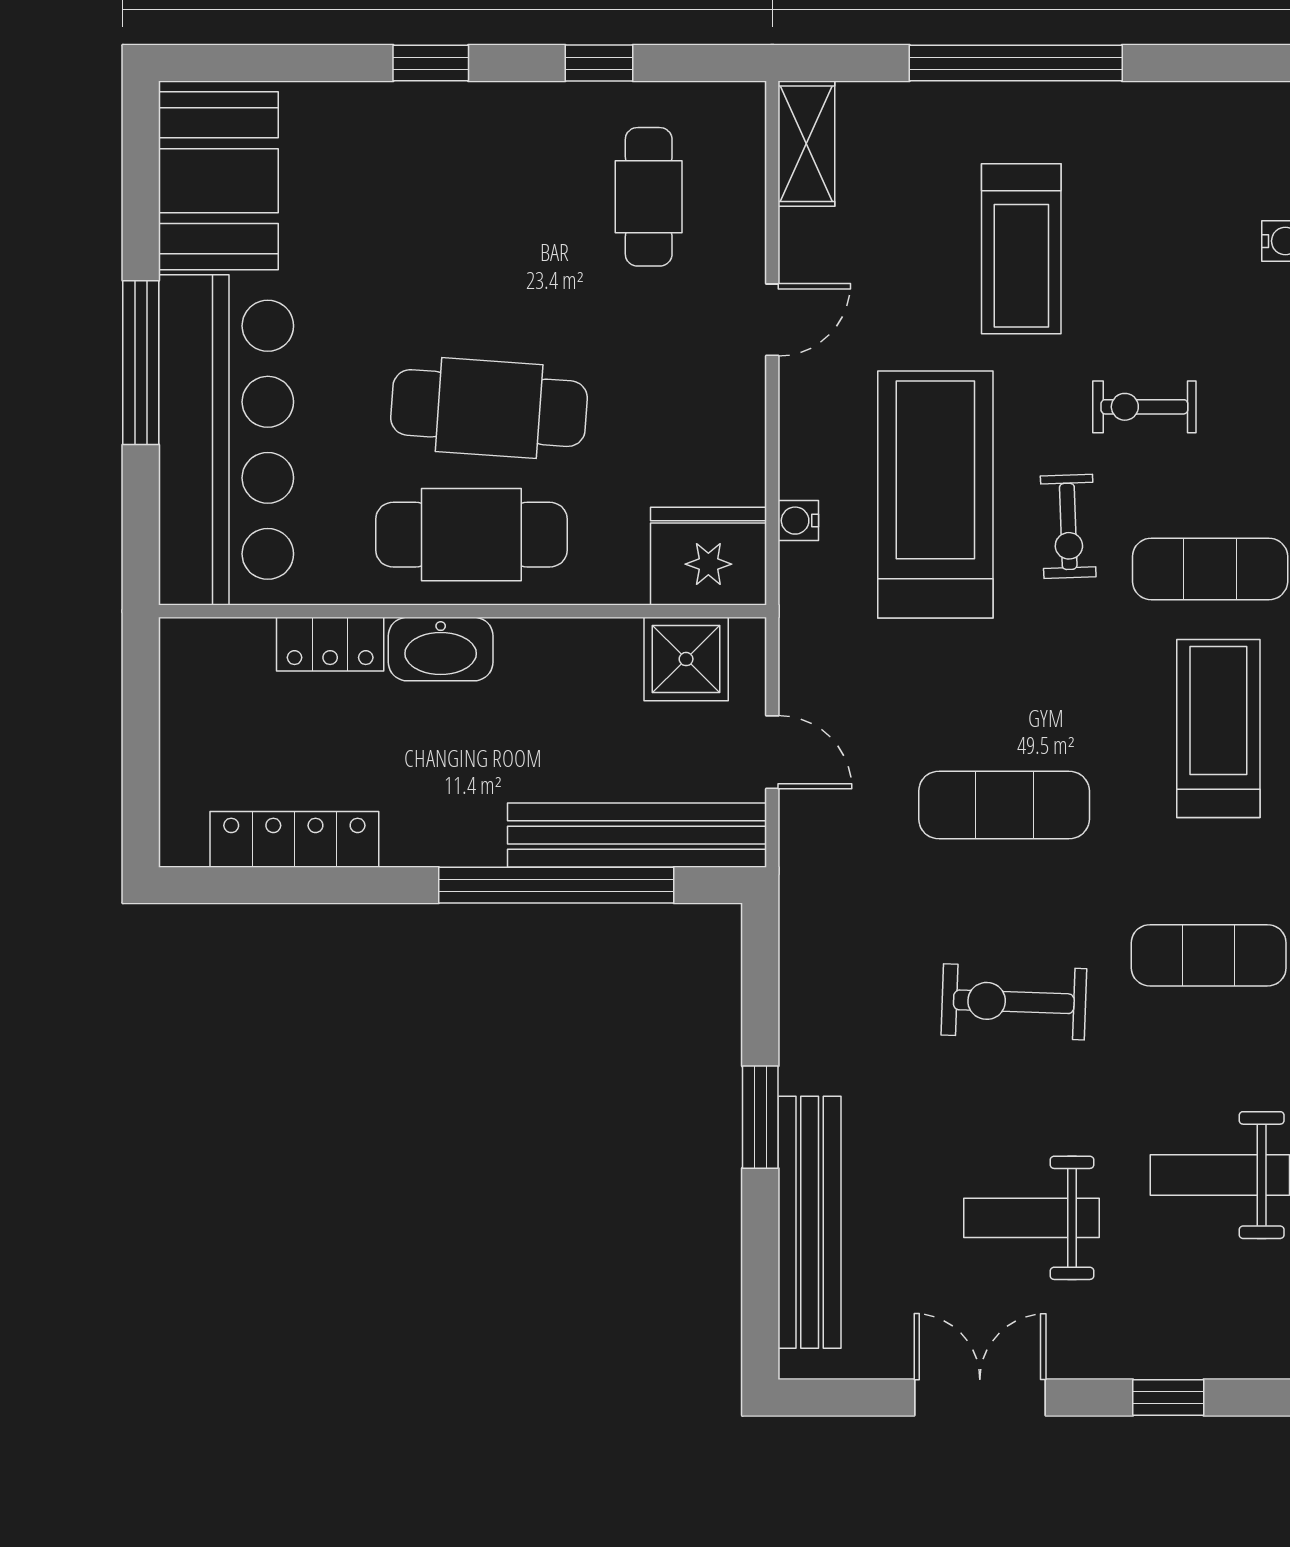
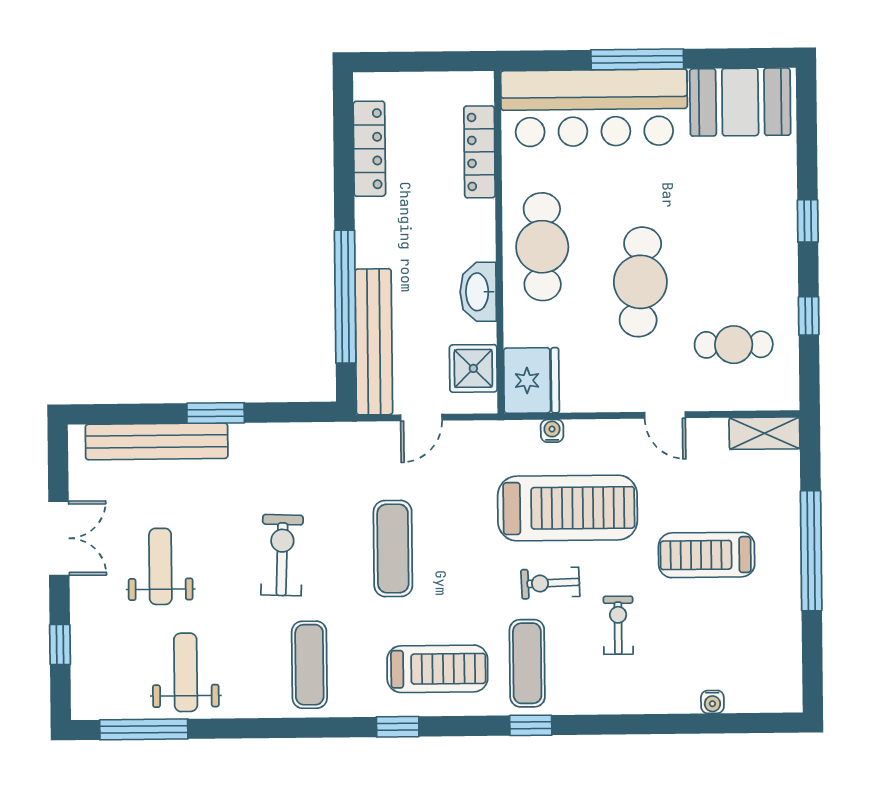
cafe table: (489, 408) -> (640, 282), moved
locker: (330, 644) -> (479, 152), width x1.53
washbasin: (441, 649) -> (478, 292), moved

